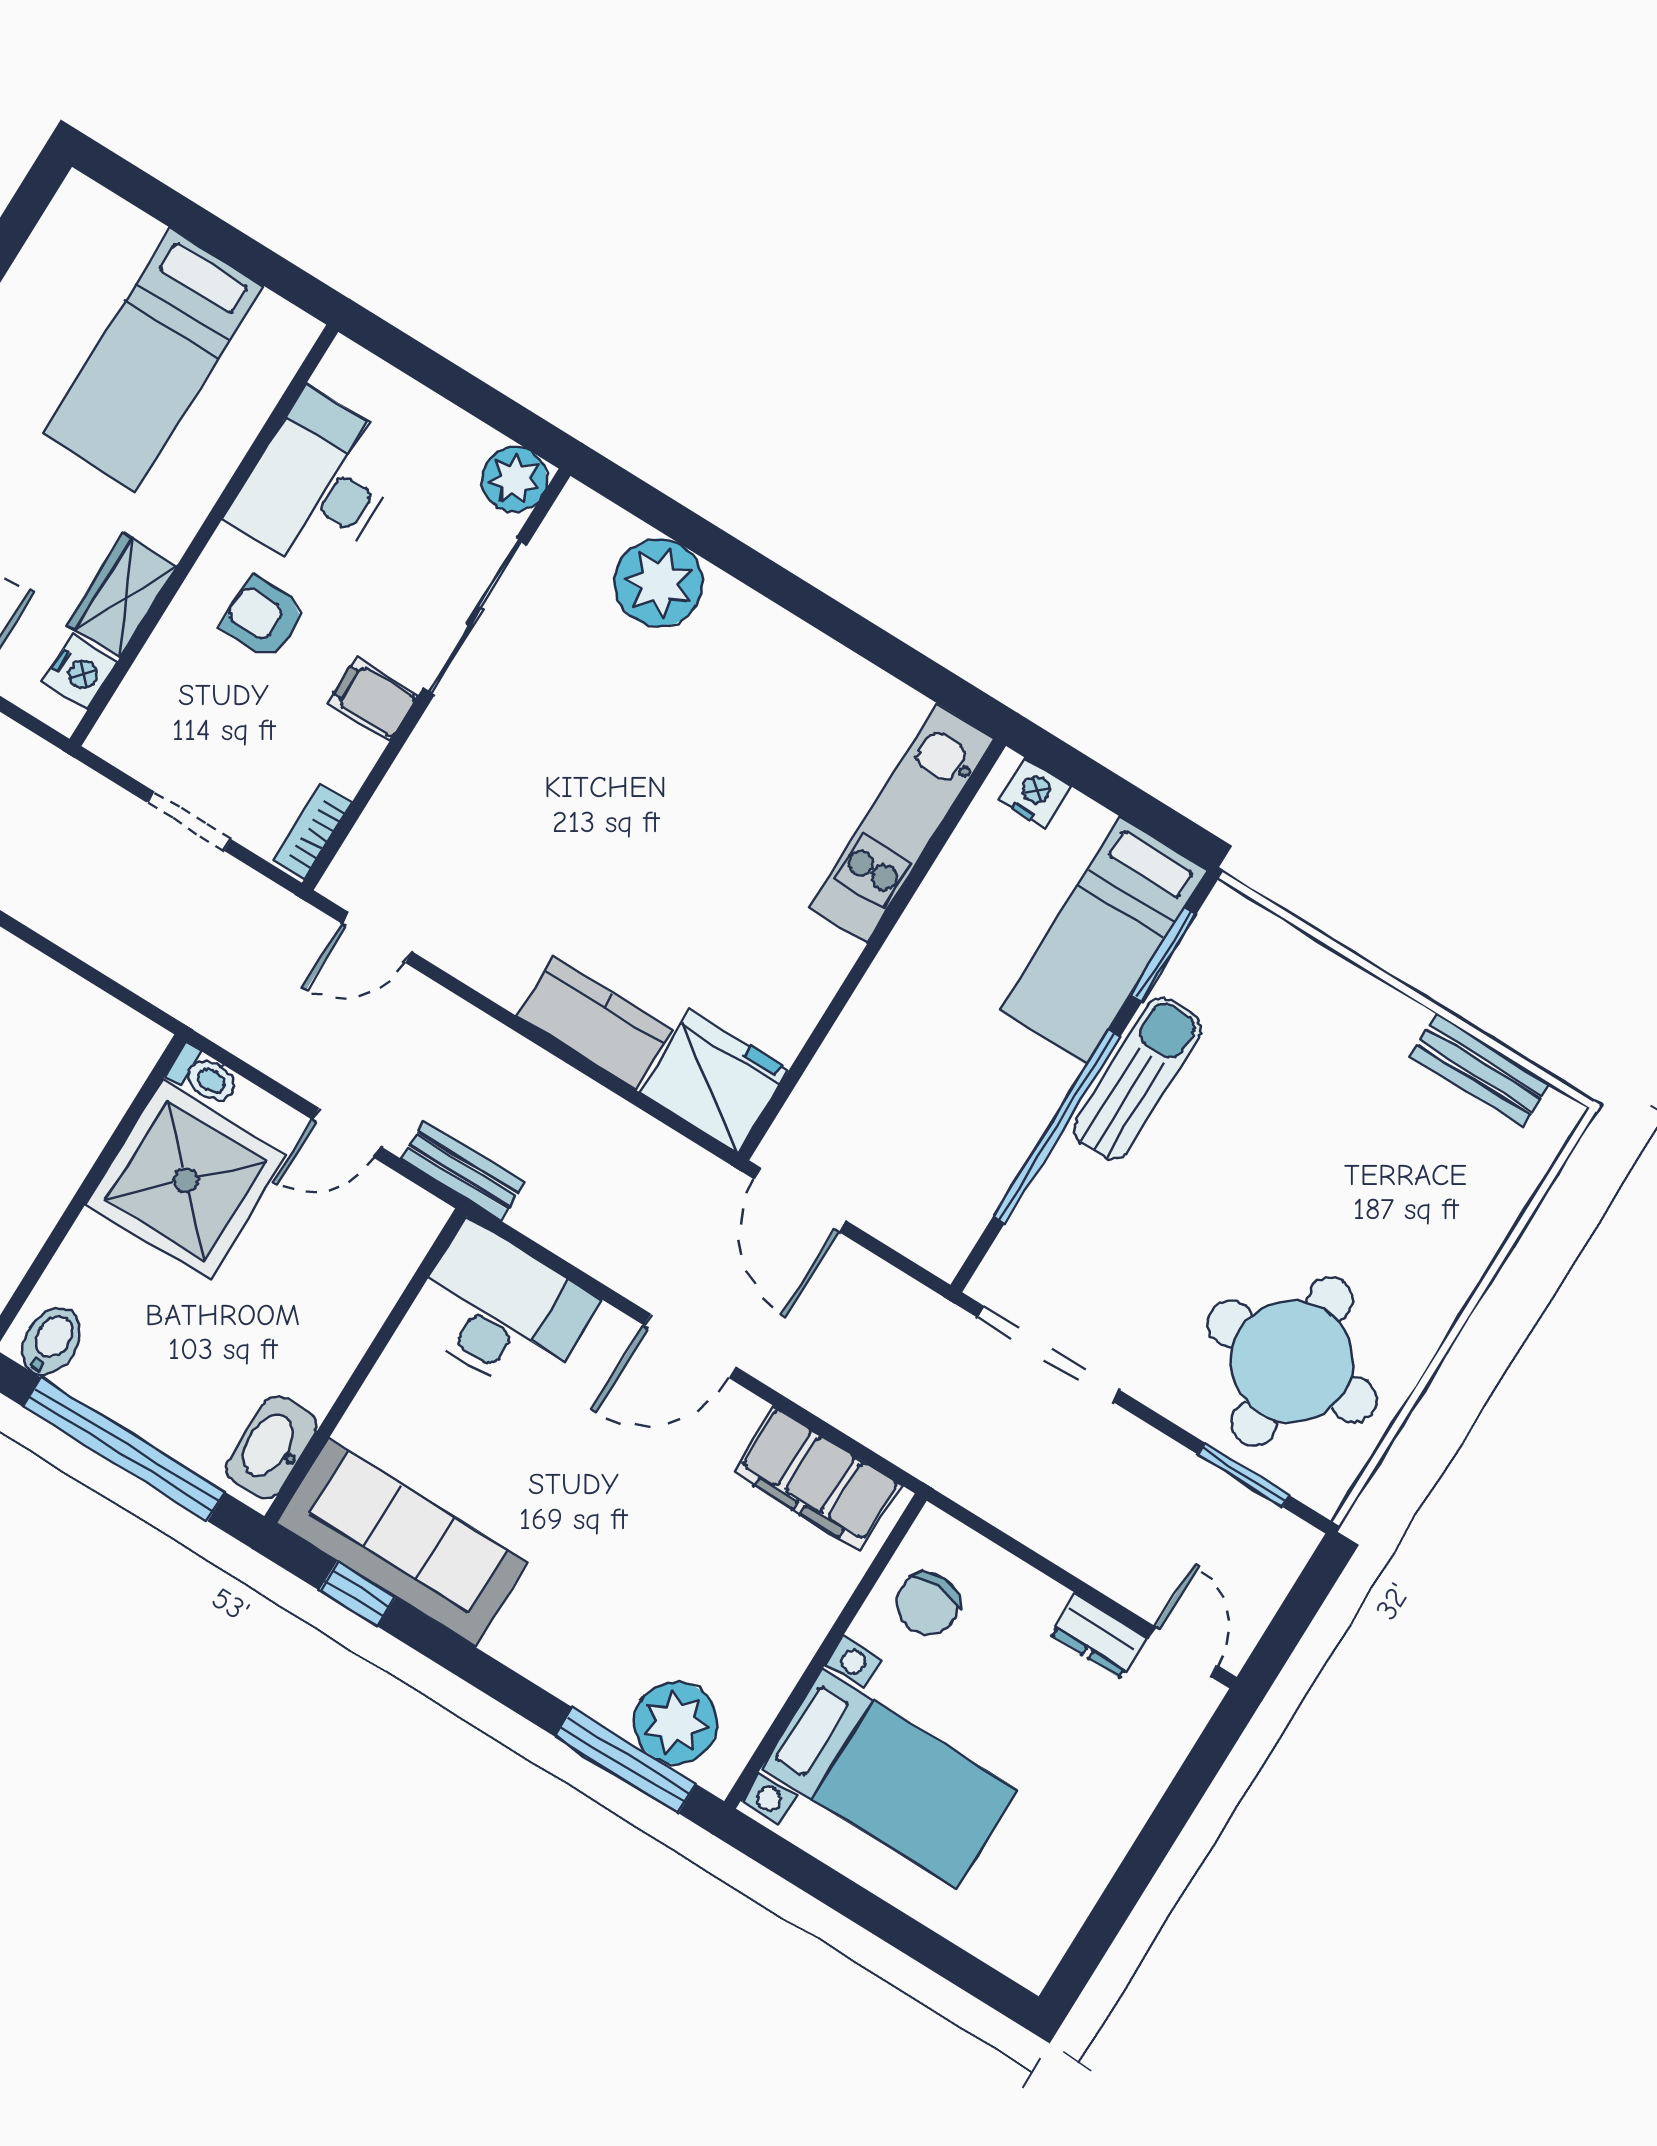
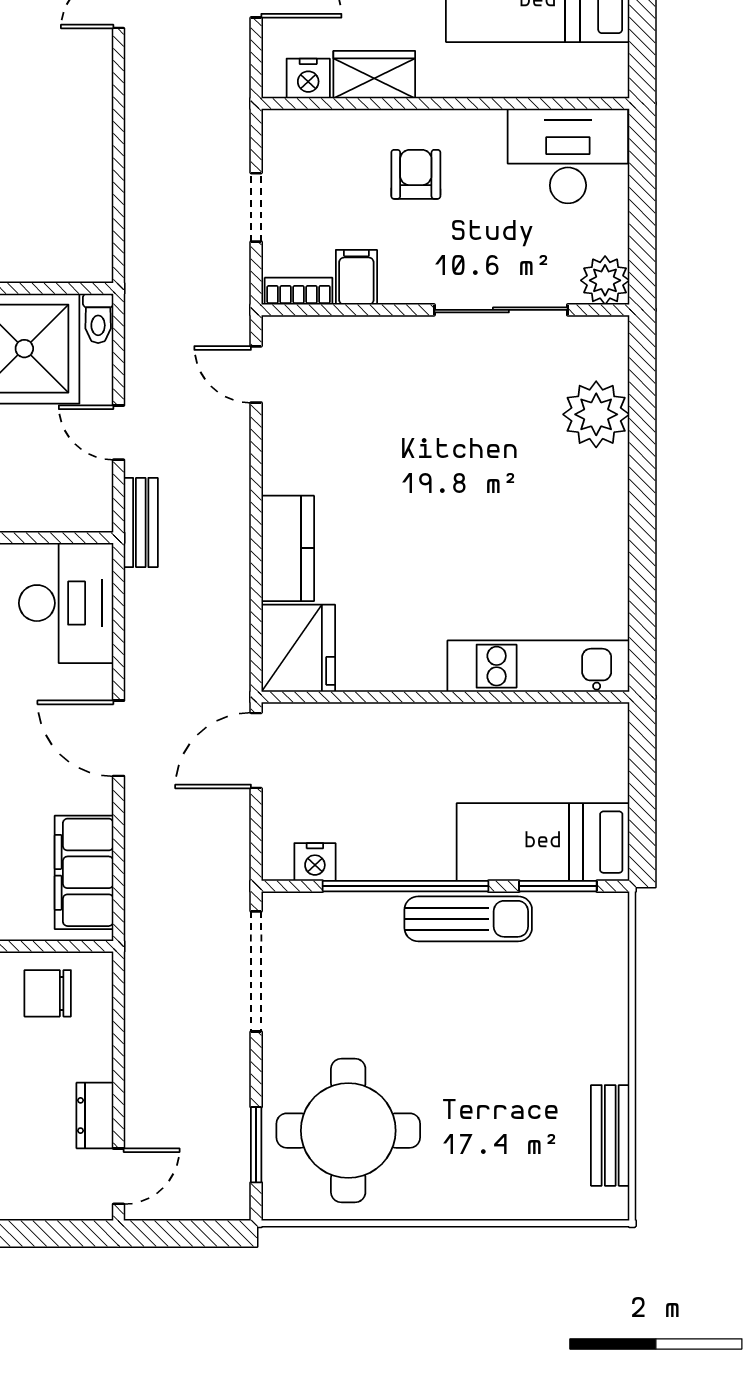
desk: (317, 484) -> (568, 156), moved
filing cabinet: (373, 699) -> (356, 277), moved
nightstand: (1034, 793) -> (315, 862), moved, turned 90

